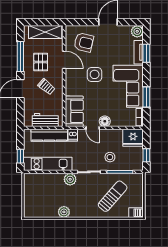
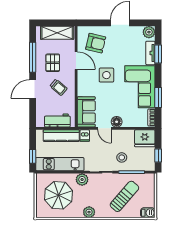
parasol: (46, 195) -> (59, 195), added
plant: (64, 212) -> (89, 212), moved

